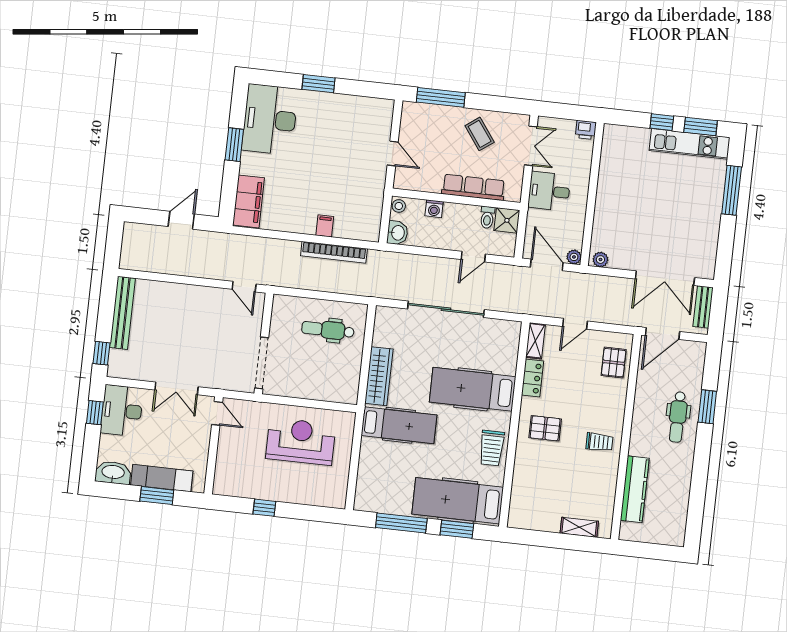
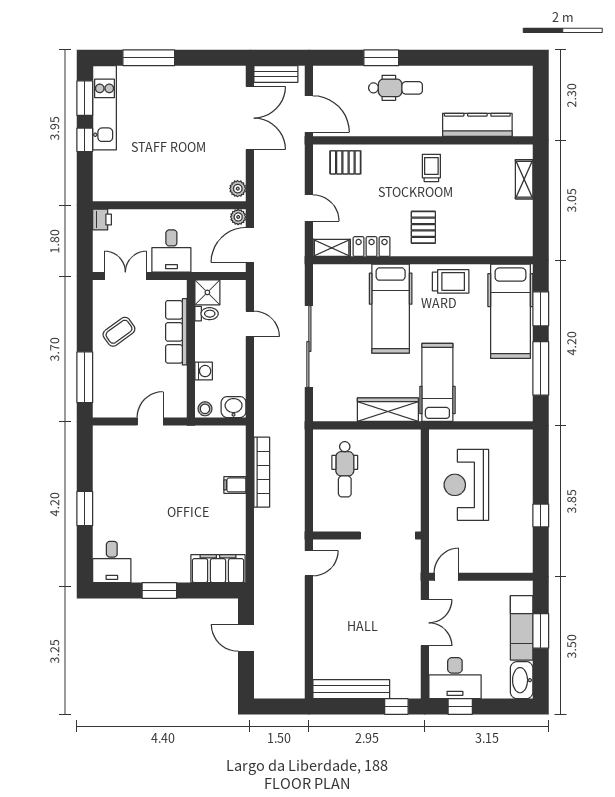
desk: (270, 119) -> (112, 562), width x0.53, depth x0.77

